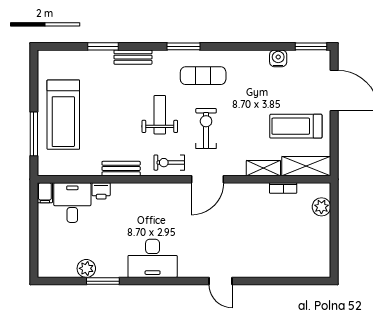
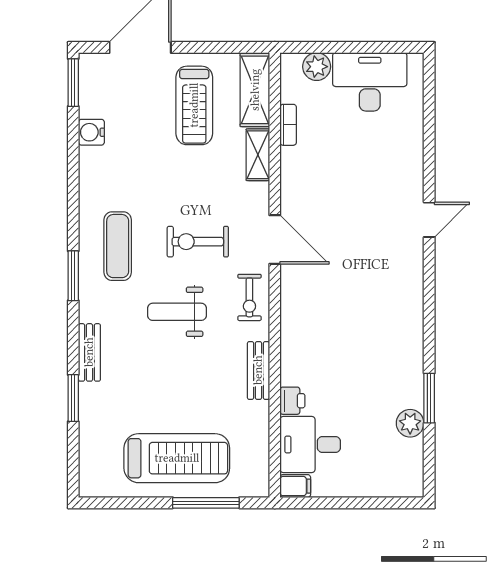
desk: (153, 258) -> (370, 82), moved, turned -90

